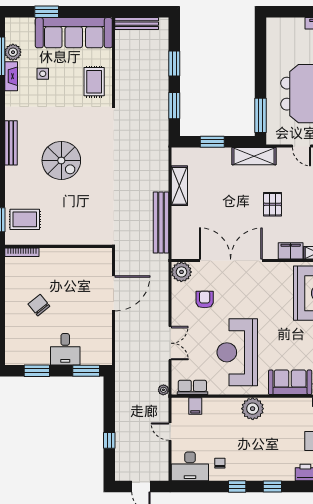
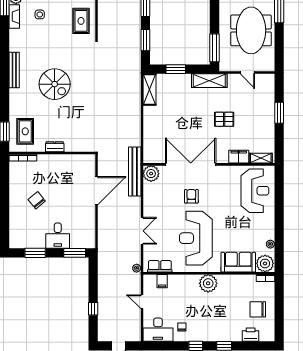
shelving: (179, 186) -> (149, 90), moved
pallet: (272, 204) -> (224, 119), turned 90
rug: (25, 219) -> (25, 131), turned 90
bench: (161, 222) -> (135, 172), moved
dresser: (61, 239) -> (55, 147), added
armchair: (205, 300) -> (191, 196), moved

